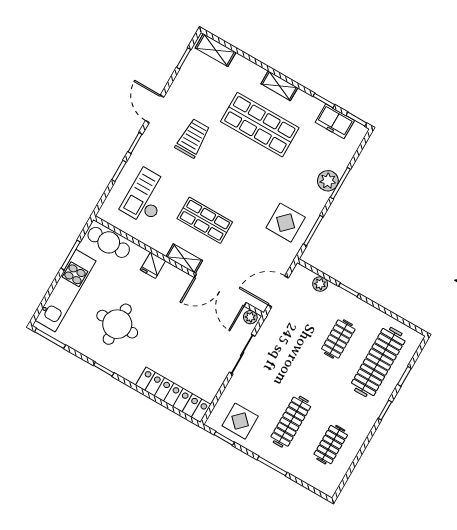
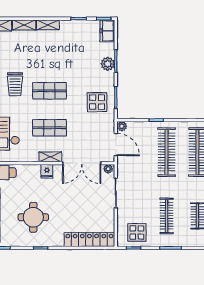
shelving: (248, 68) -> (24, 25), added
freezer: (335, 121) -> (107, 31), moved, turned 90
shop shelf: (260, 125) -> (49, 91), moved, width x0.70, depth x0.74
trolley: (193, 138) -> (15, 84), turned 180
fridge: (153, 265) -> (47, 171), moved
plant: (320, 284) -> (122, 126), moved
door: (278, 291) -> (116, 145), swing flipped
clothes rail: (338, 339) -> (167, 152), width x1.86, depth x1.31

